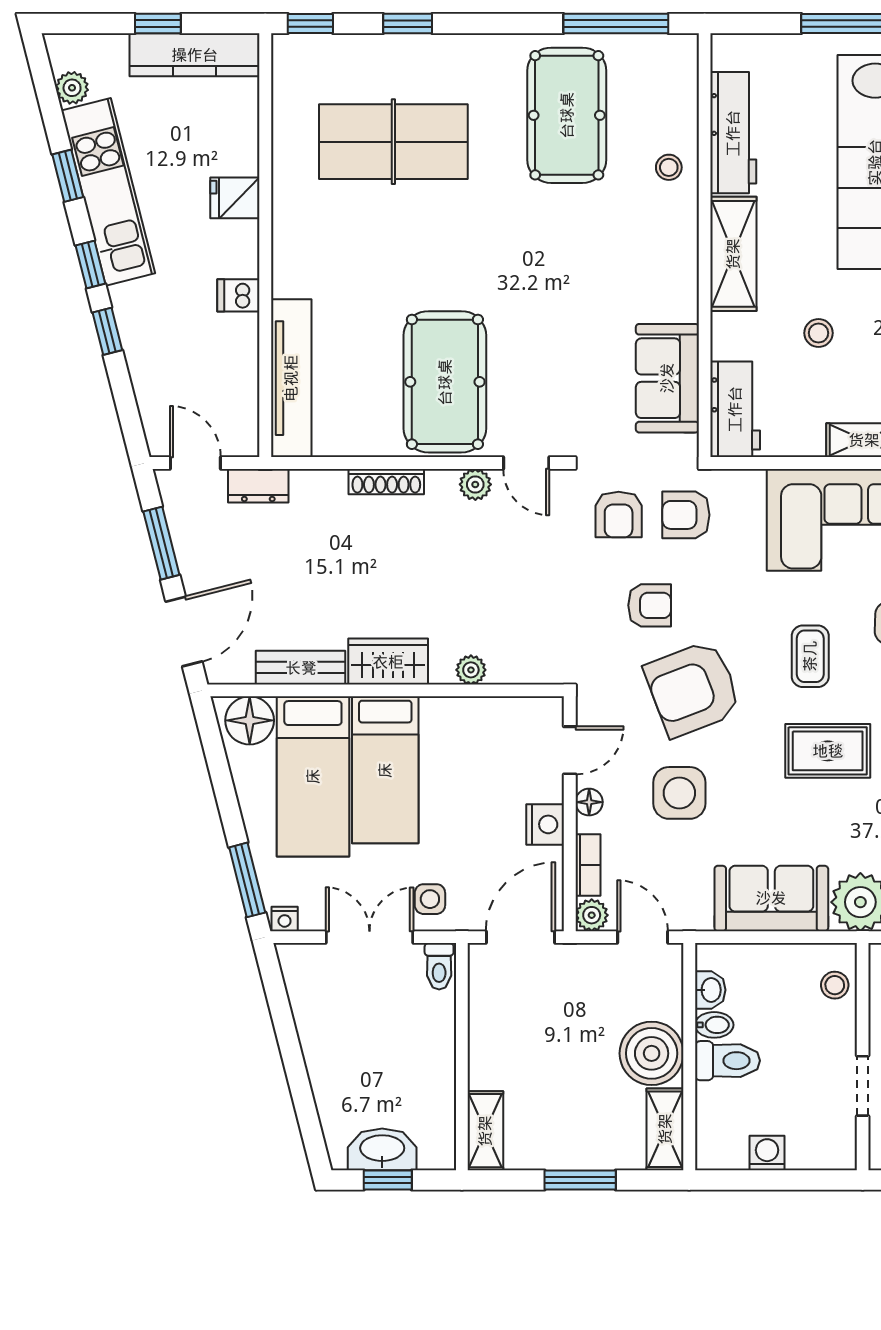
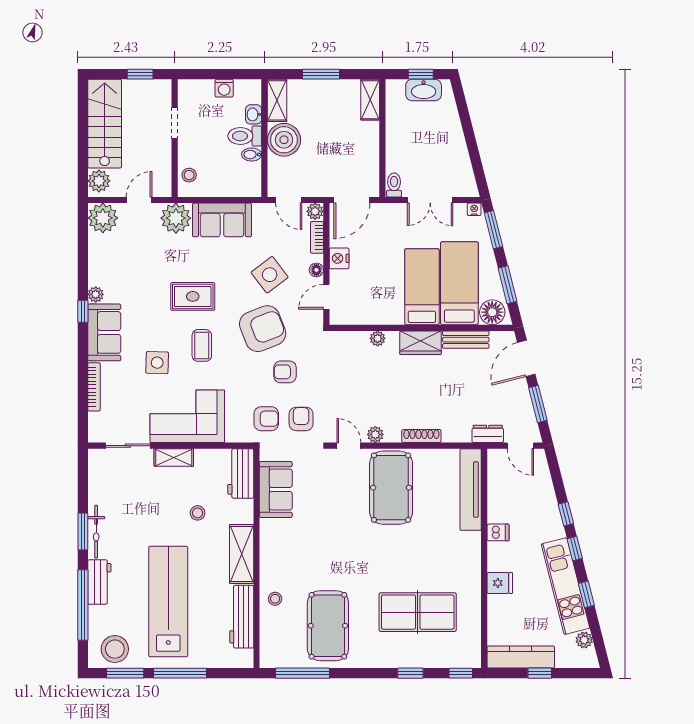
window: (220, 774) -> (507, 285), added
side table: (679, 793) -> (270, 275), turned -37
side table: (430, 899) -> (399, 220), removed
washbasin: (710, 990) -> (254, 114), moved

